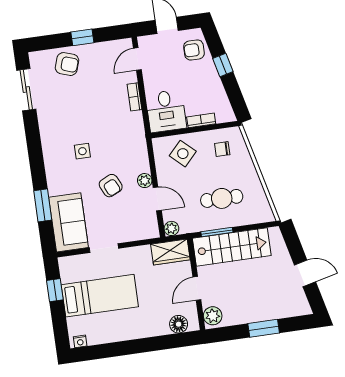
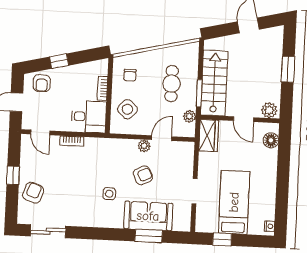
sofa: (69, 222) -> (148, 216), moved
plant: (171, 228) -> (190, 116), moved

